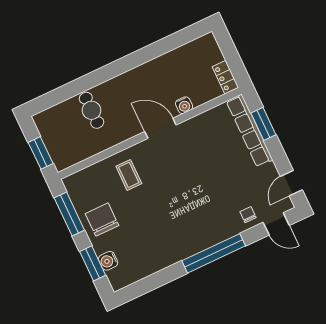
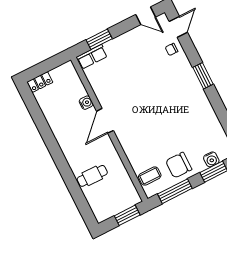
locker: (225, 77) -> (40, 82), moved
row of seats: (249, 131) -> (92, 57), width x0.50
coffee table: (129, 175) -> (150, 176), moved
window: (214, 253) -> (203, 76), width x0.47

